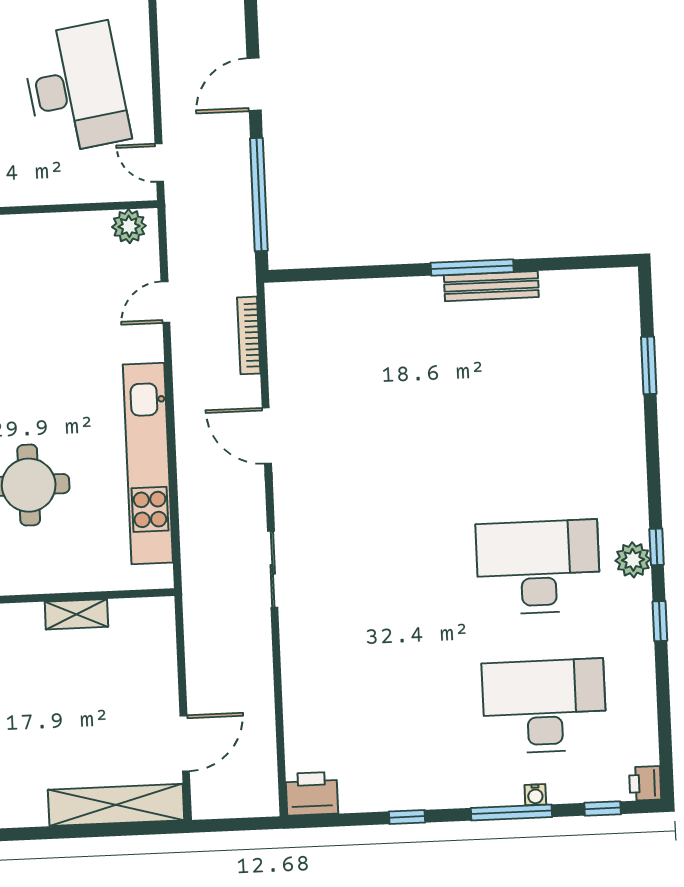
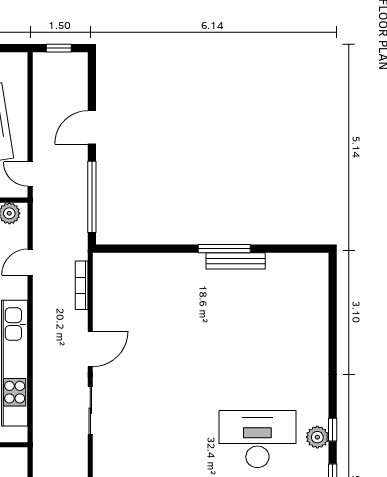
window: (649, 365) -> (333, 315), removed
door: (267, 436) -> (90, 349), swing flipped
sliding door: (273, 569) -> (90, 411), moved

